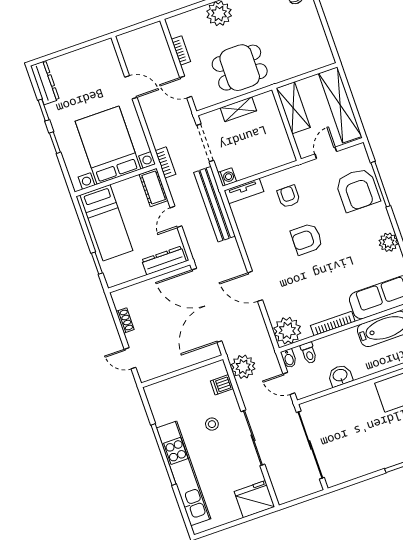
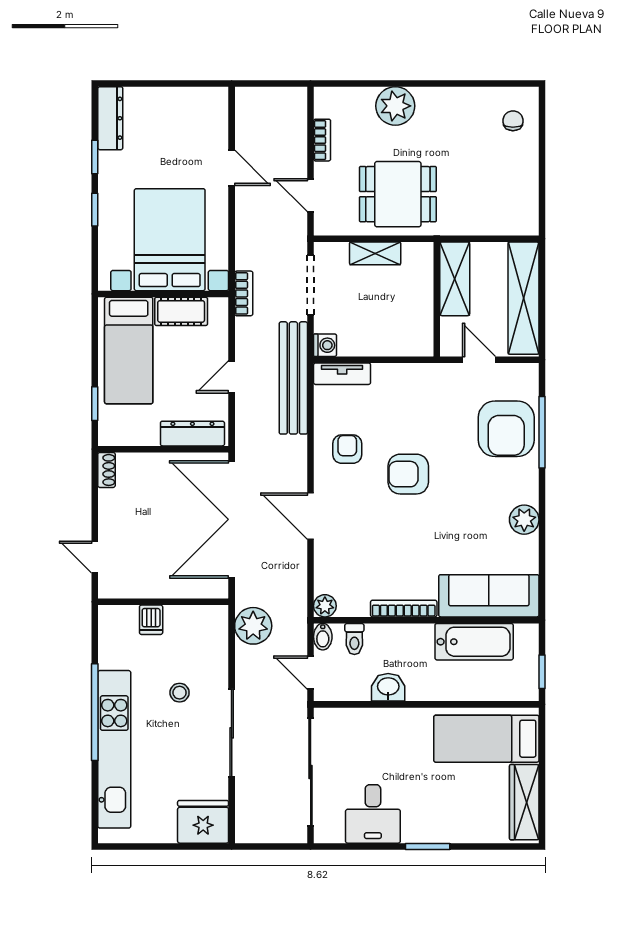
door: (326, 153) -> (479, 360), hinge flipped
cot: (154, 188) -> (181, 311), moved, turned 90
armchair: (289, 196) -> (347, 449), moved
shoe rack: (125, 320) -> (107, 470), moved
plant: (287, 331) -> (325, 606), width x0.53, depth x0.53
dishwasher: (222, 385) -> (151, 620), moved, turned -90
desk: (358, 458) -> (373, 814), added

